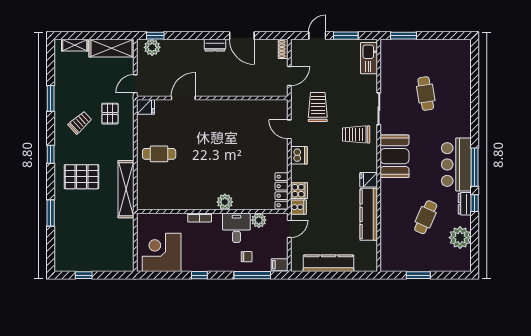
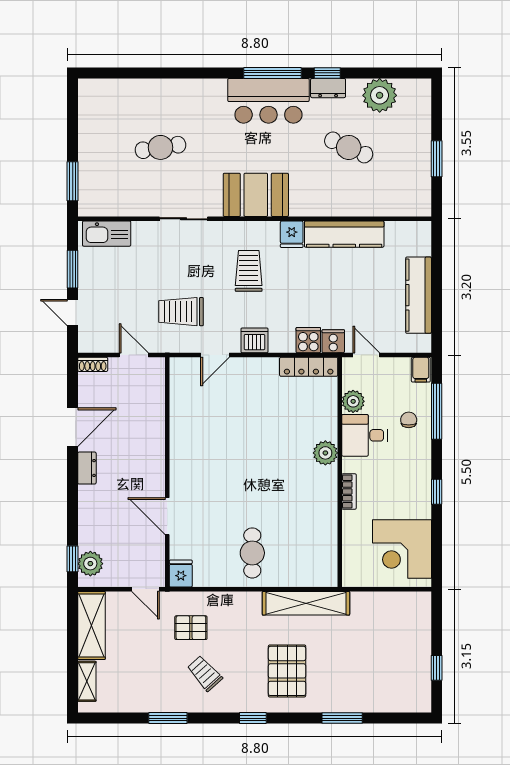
trolley: (356, 134) -> (249, 271), moved, turned 180

